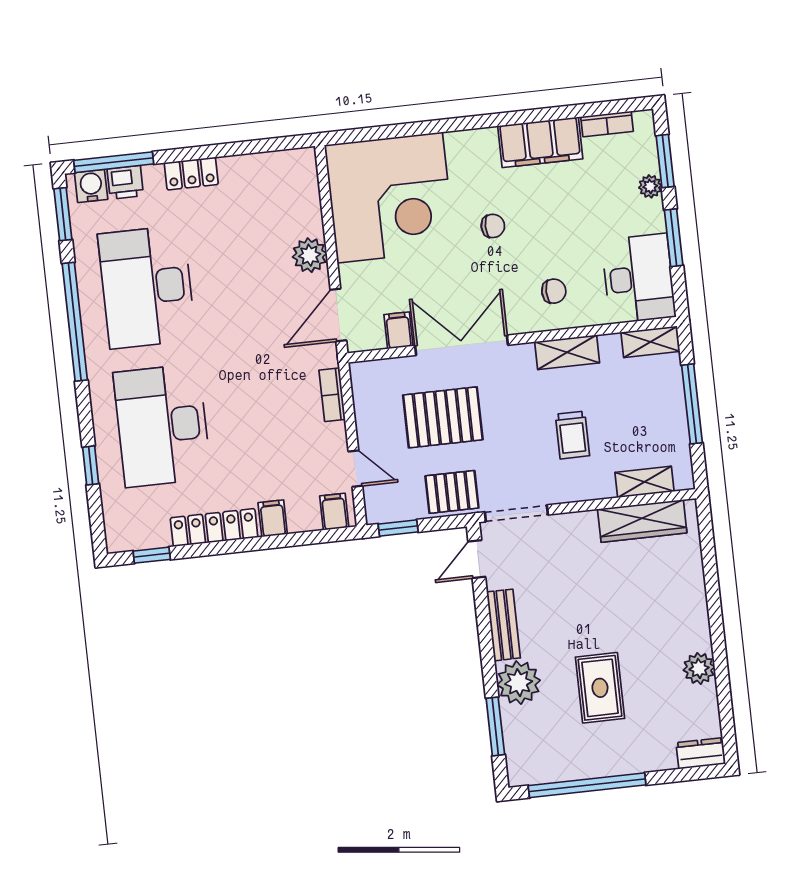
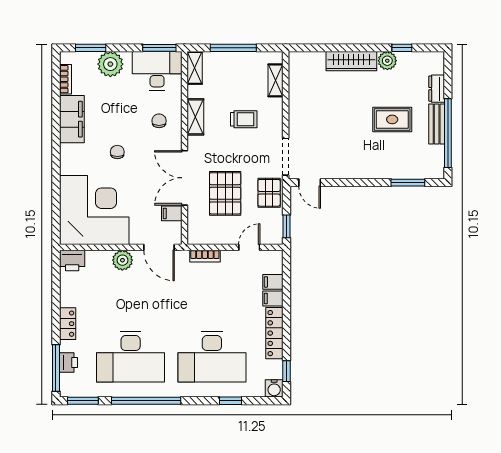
printer: (300, 169) -> (72, 260), added
water cooler: (91, 186) -> (274, 388), moved, turned -90
plant: (650, 186) -> (110, 64), width x1.88, depth x1.88
window: (674, 238) -> (159, 48), moved
filing cabinet: (334, 512) -> (273, 282), moved
wardrobe: (642, 521) -> (351, 61), moved, turned 90
bench: (504, 625) -> (437, 124), moved, turned 90
plant: (519, 683) -> (384, 166), removed
window: (724, 691) -> (402, 48), added
dresser: (701, 753) -> (437, 89), moved

